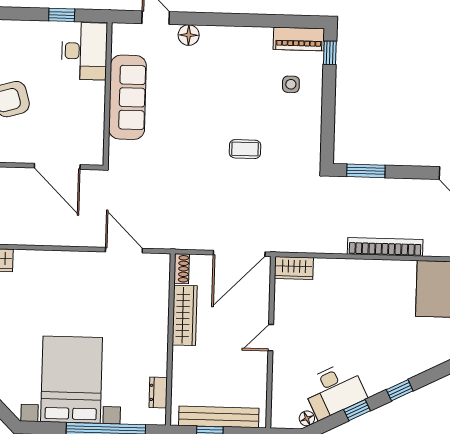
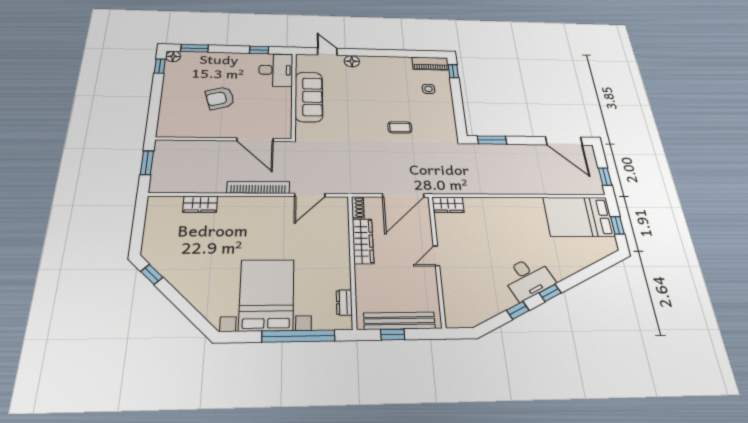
bookcase: (385, 247) -> (258, 187), moved
door: (124, 250) -> (310, 195), swing flipped
desk: (334, 390) -> (528, 278), moved
floor lamp: (307, 418) -> (476, 319), removed

